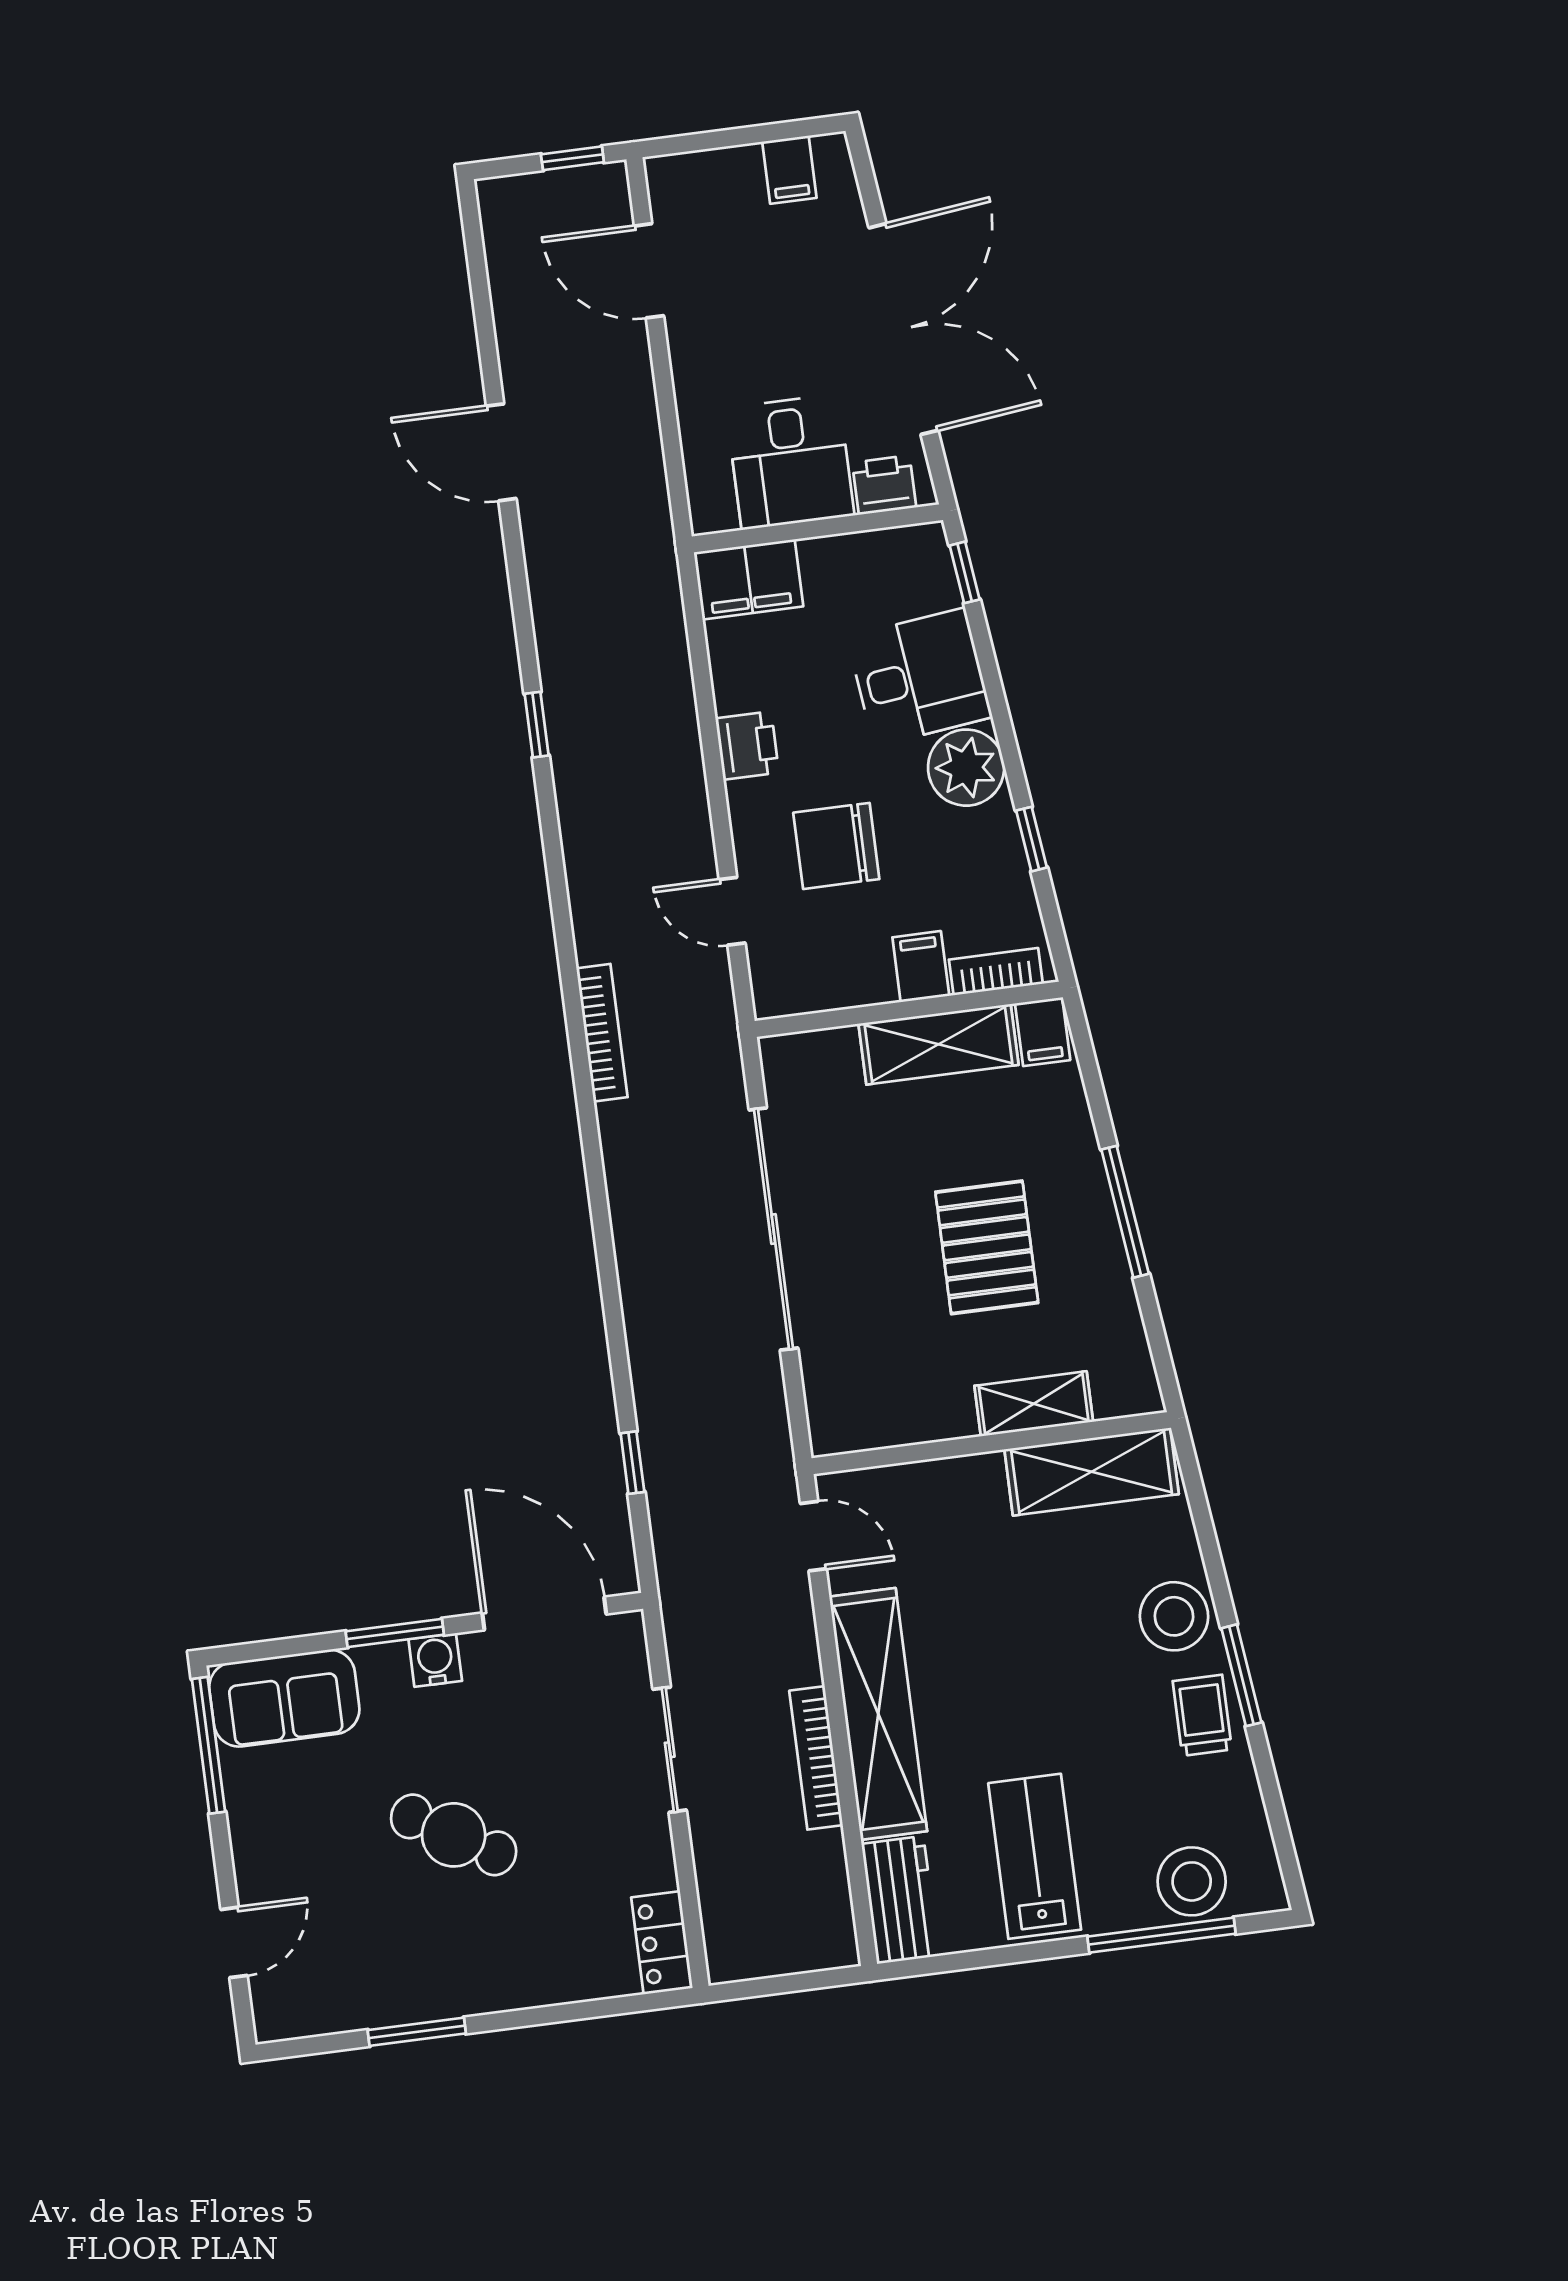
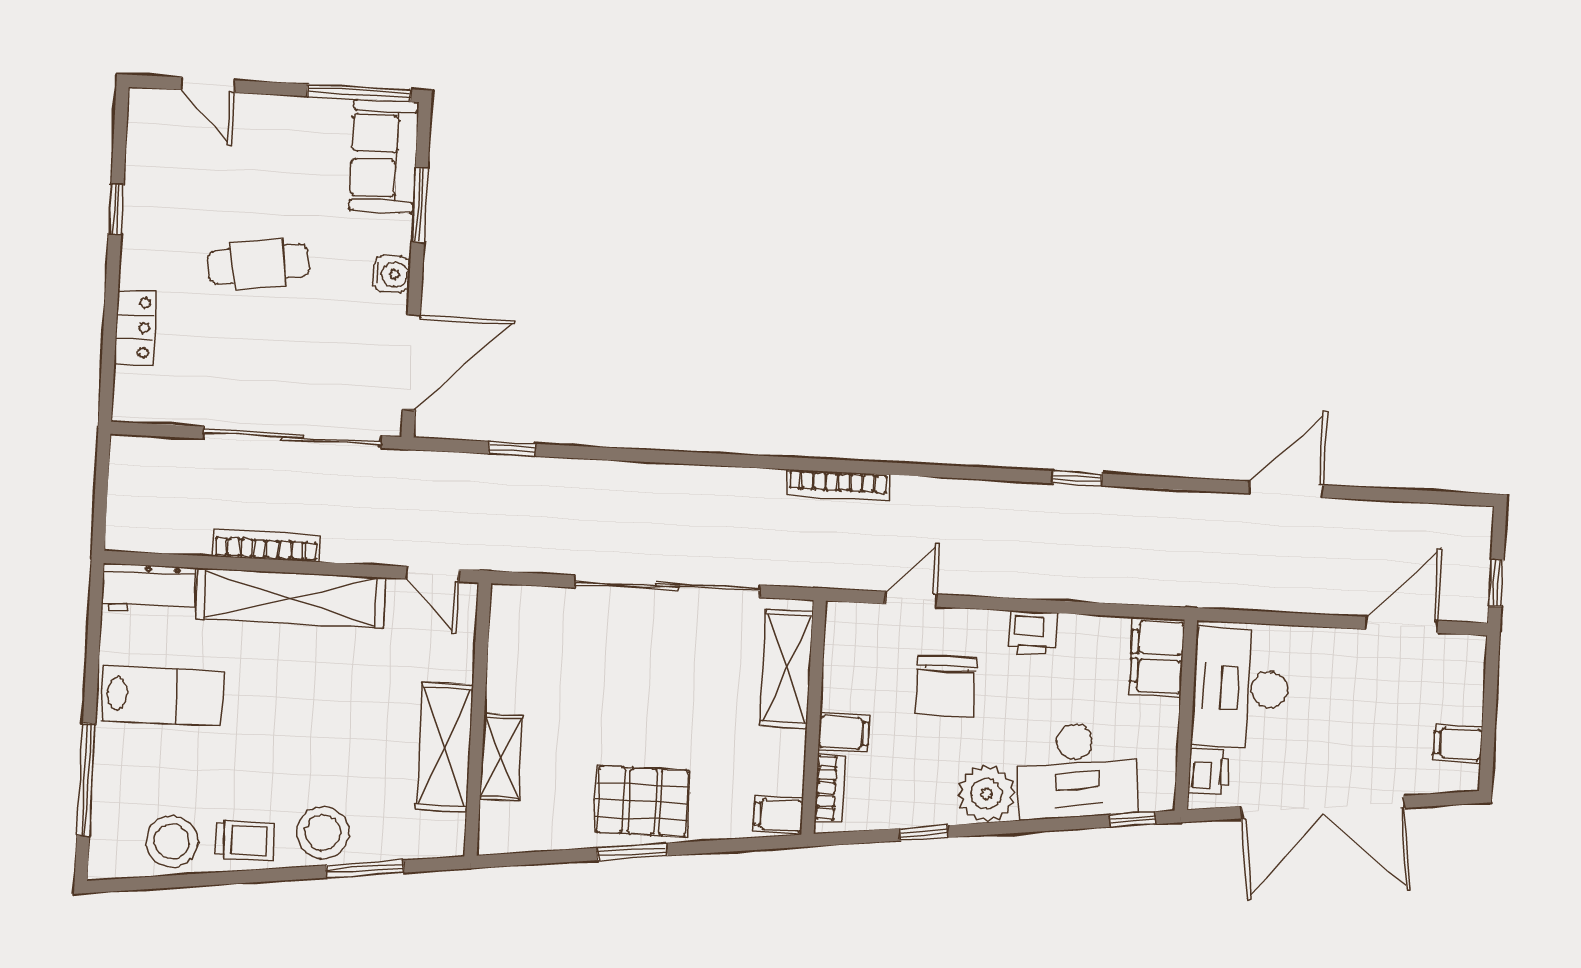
desk: (790, 462) -> (1240, 688), width x1.37
desk: (920, 677) -> (1076, 770), width x1.37
chair: (836, 846) -> (946, 686), turned 180
shelving: (939, 1044) -> (787, 669), moved
window: (1125, 1212) -> (632, 852), width x0.69
pallet: (987, 1247) -> (642, 801), moved
shelving: (1092, 1472) -> (445, 747), moved
door: (813, 1536) -> (432, 574), hinge flipped
window: (395, 1633) -> (420, 205), moved
window: (1241, 1675) -> (365, 869), moved
sliding door: (670, 1750) -> (292, 437), width x1.86
cafe table: (454, 1835) -> (258, 264), turned 51
stool: (1192, 1881) -> (172, 841), moved
locker: (662, 1943) -> (135, 327), moved, turned 90
window: (417, 2032) -> (116, 209), width x0.67

